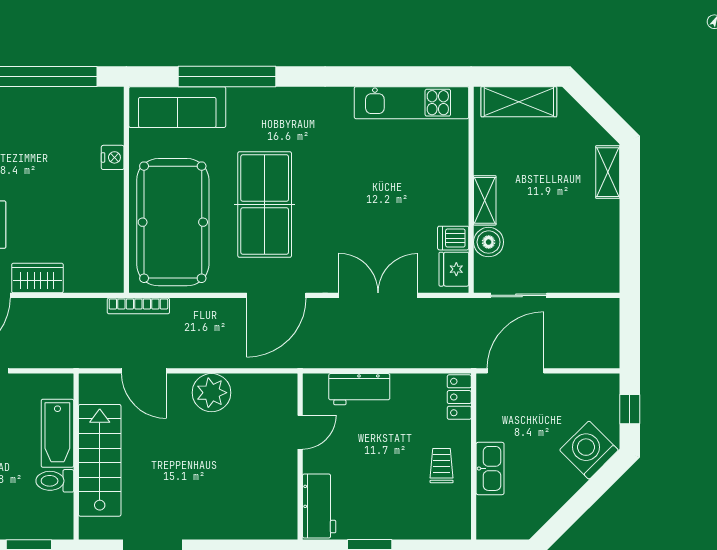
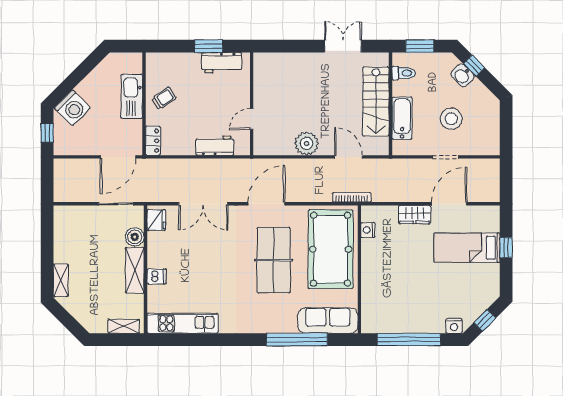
shelving: (519, 102) -> (124, 326), width x0.67, depth x0.75
nightstand: (113, 157) -> (368, 230), moved
shelving: (485, 200) -> (135, 270), width x1.50, depth x1.33
dishwasher: (453, 238) -> (157, 276), moved
trolley: (442, 466) -> (164, 98), turned -124
kitchen sink: (490, 468) -> (132, 96), width x1.36, depth x1.24
toilet: (55, 481) -> (404, 73), moved
workbench: (319, 506) -> (222, 63), moved, turned -90

